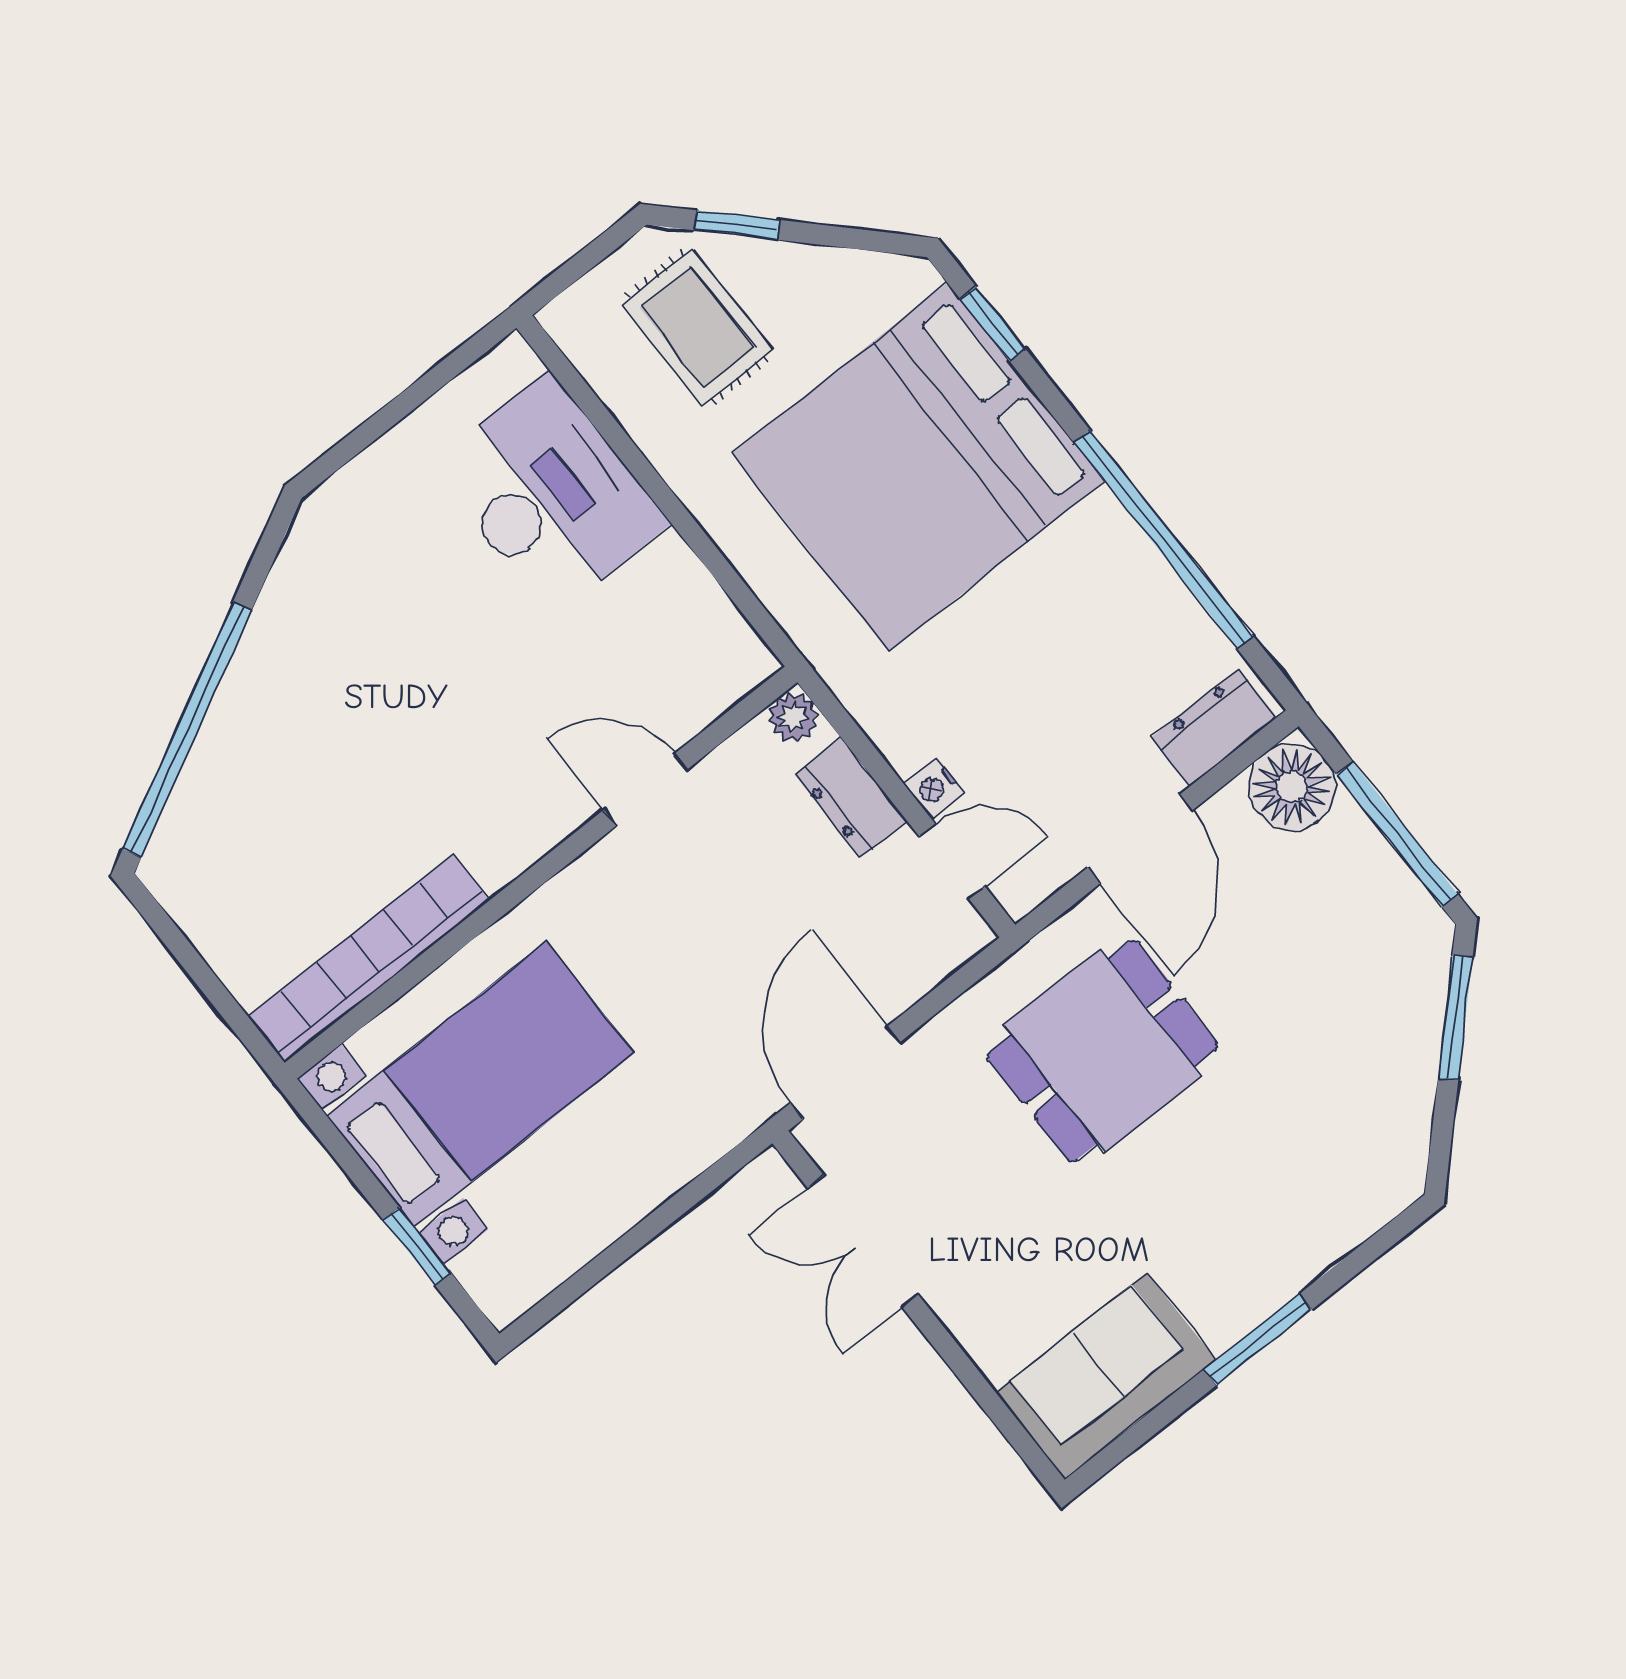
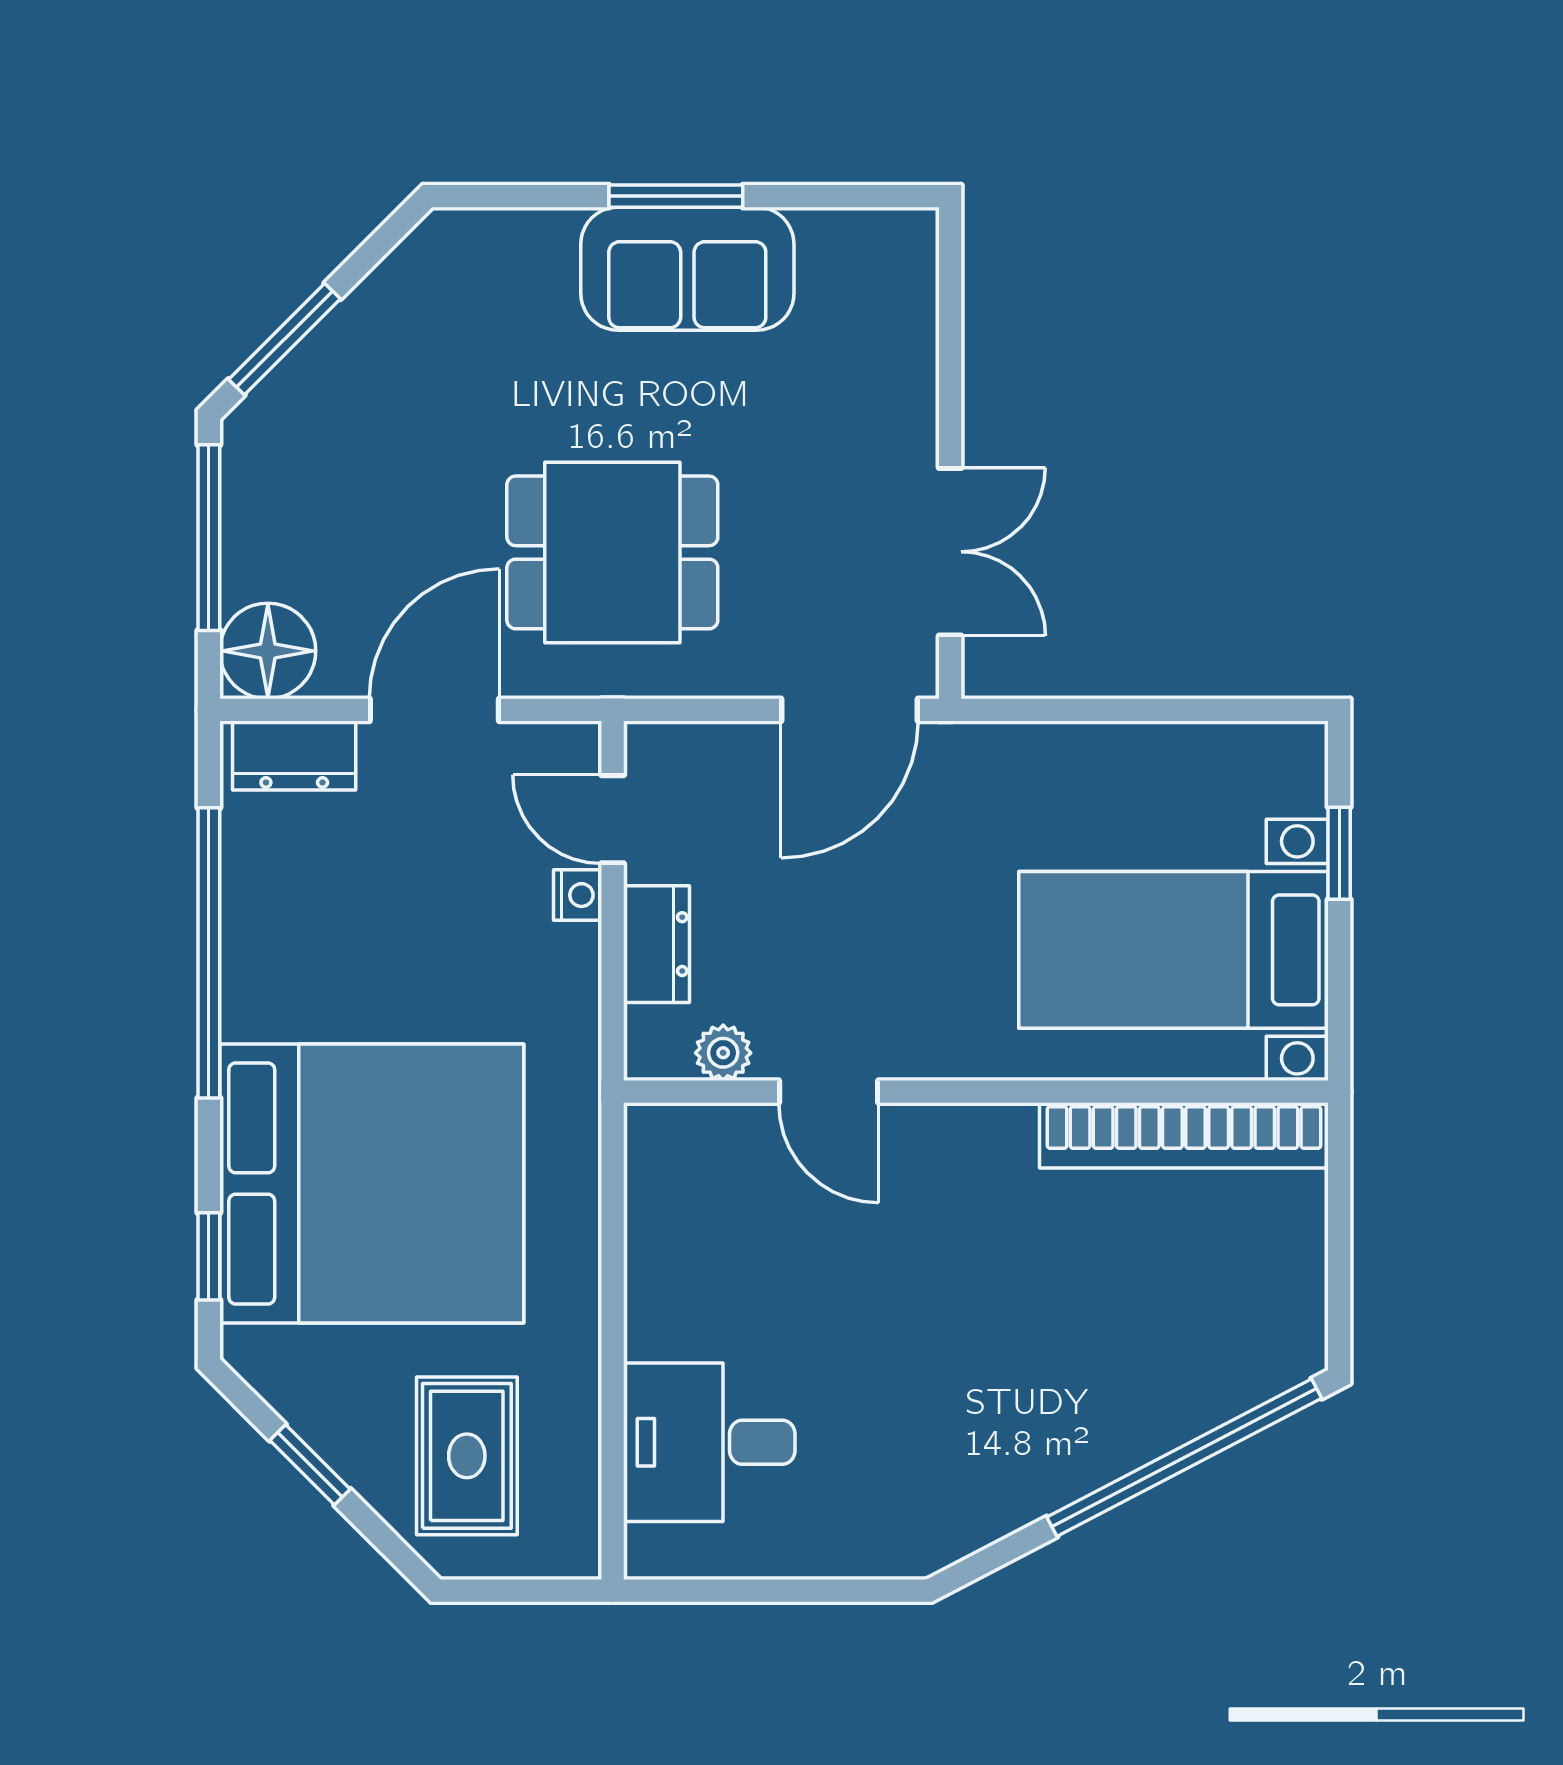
window: (737, 225) -> (310, 1465), moved
desk: (550, 494) -> (709, 1442), width x0.73
plant: (793, 717) -> (723, 1053), moved
sofa: (1106, 1376) -> (687, 269), moved

